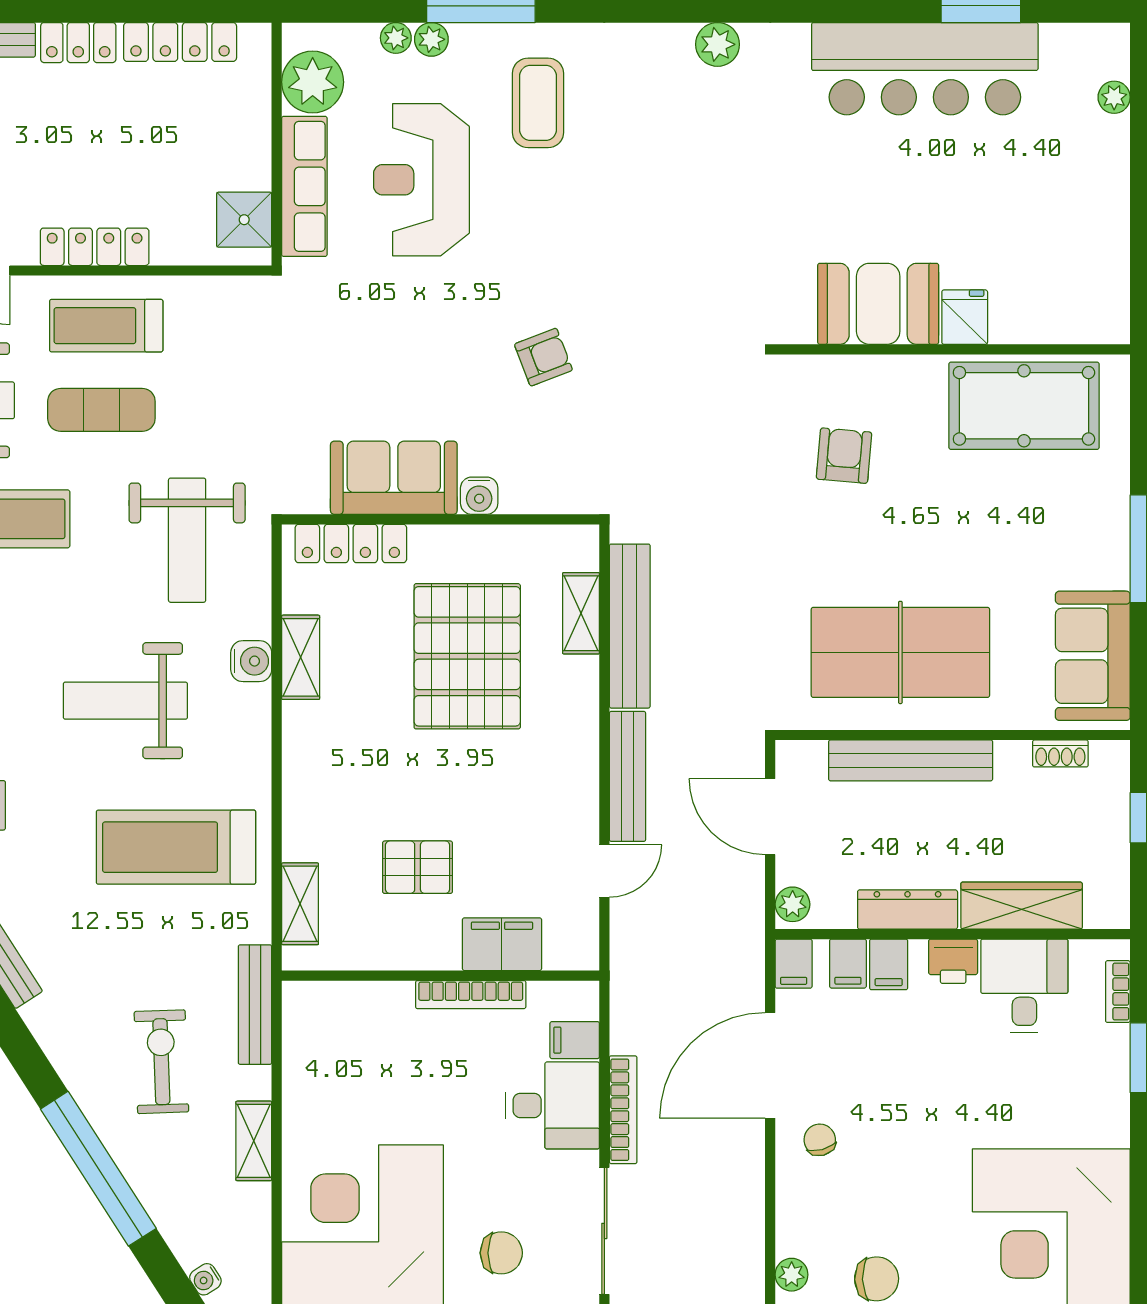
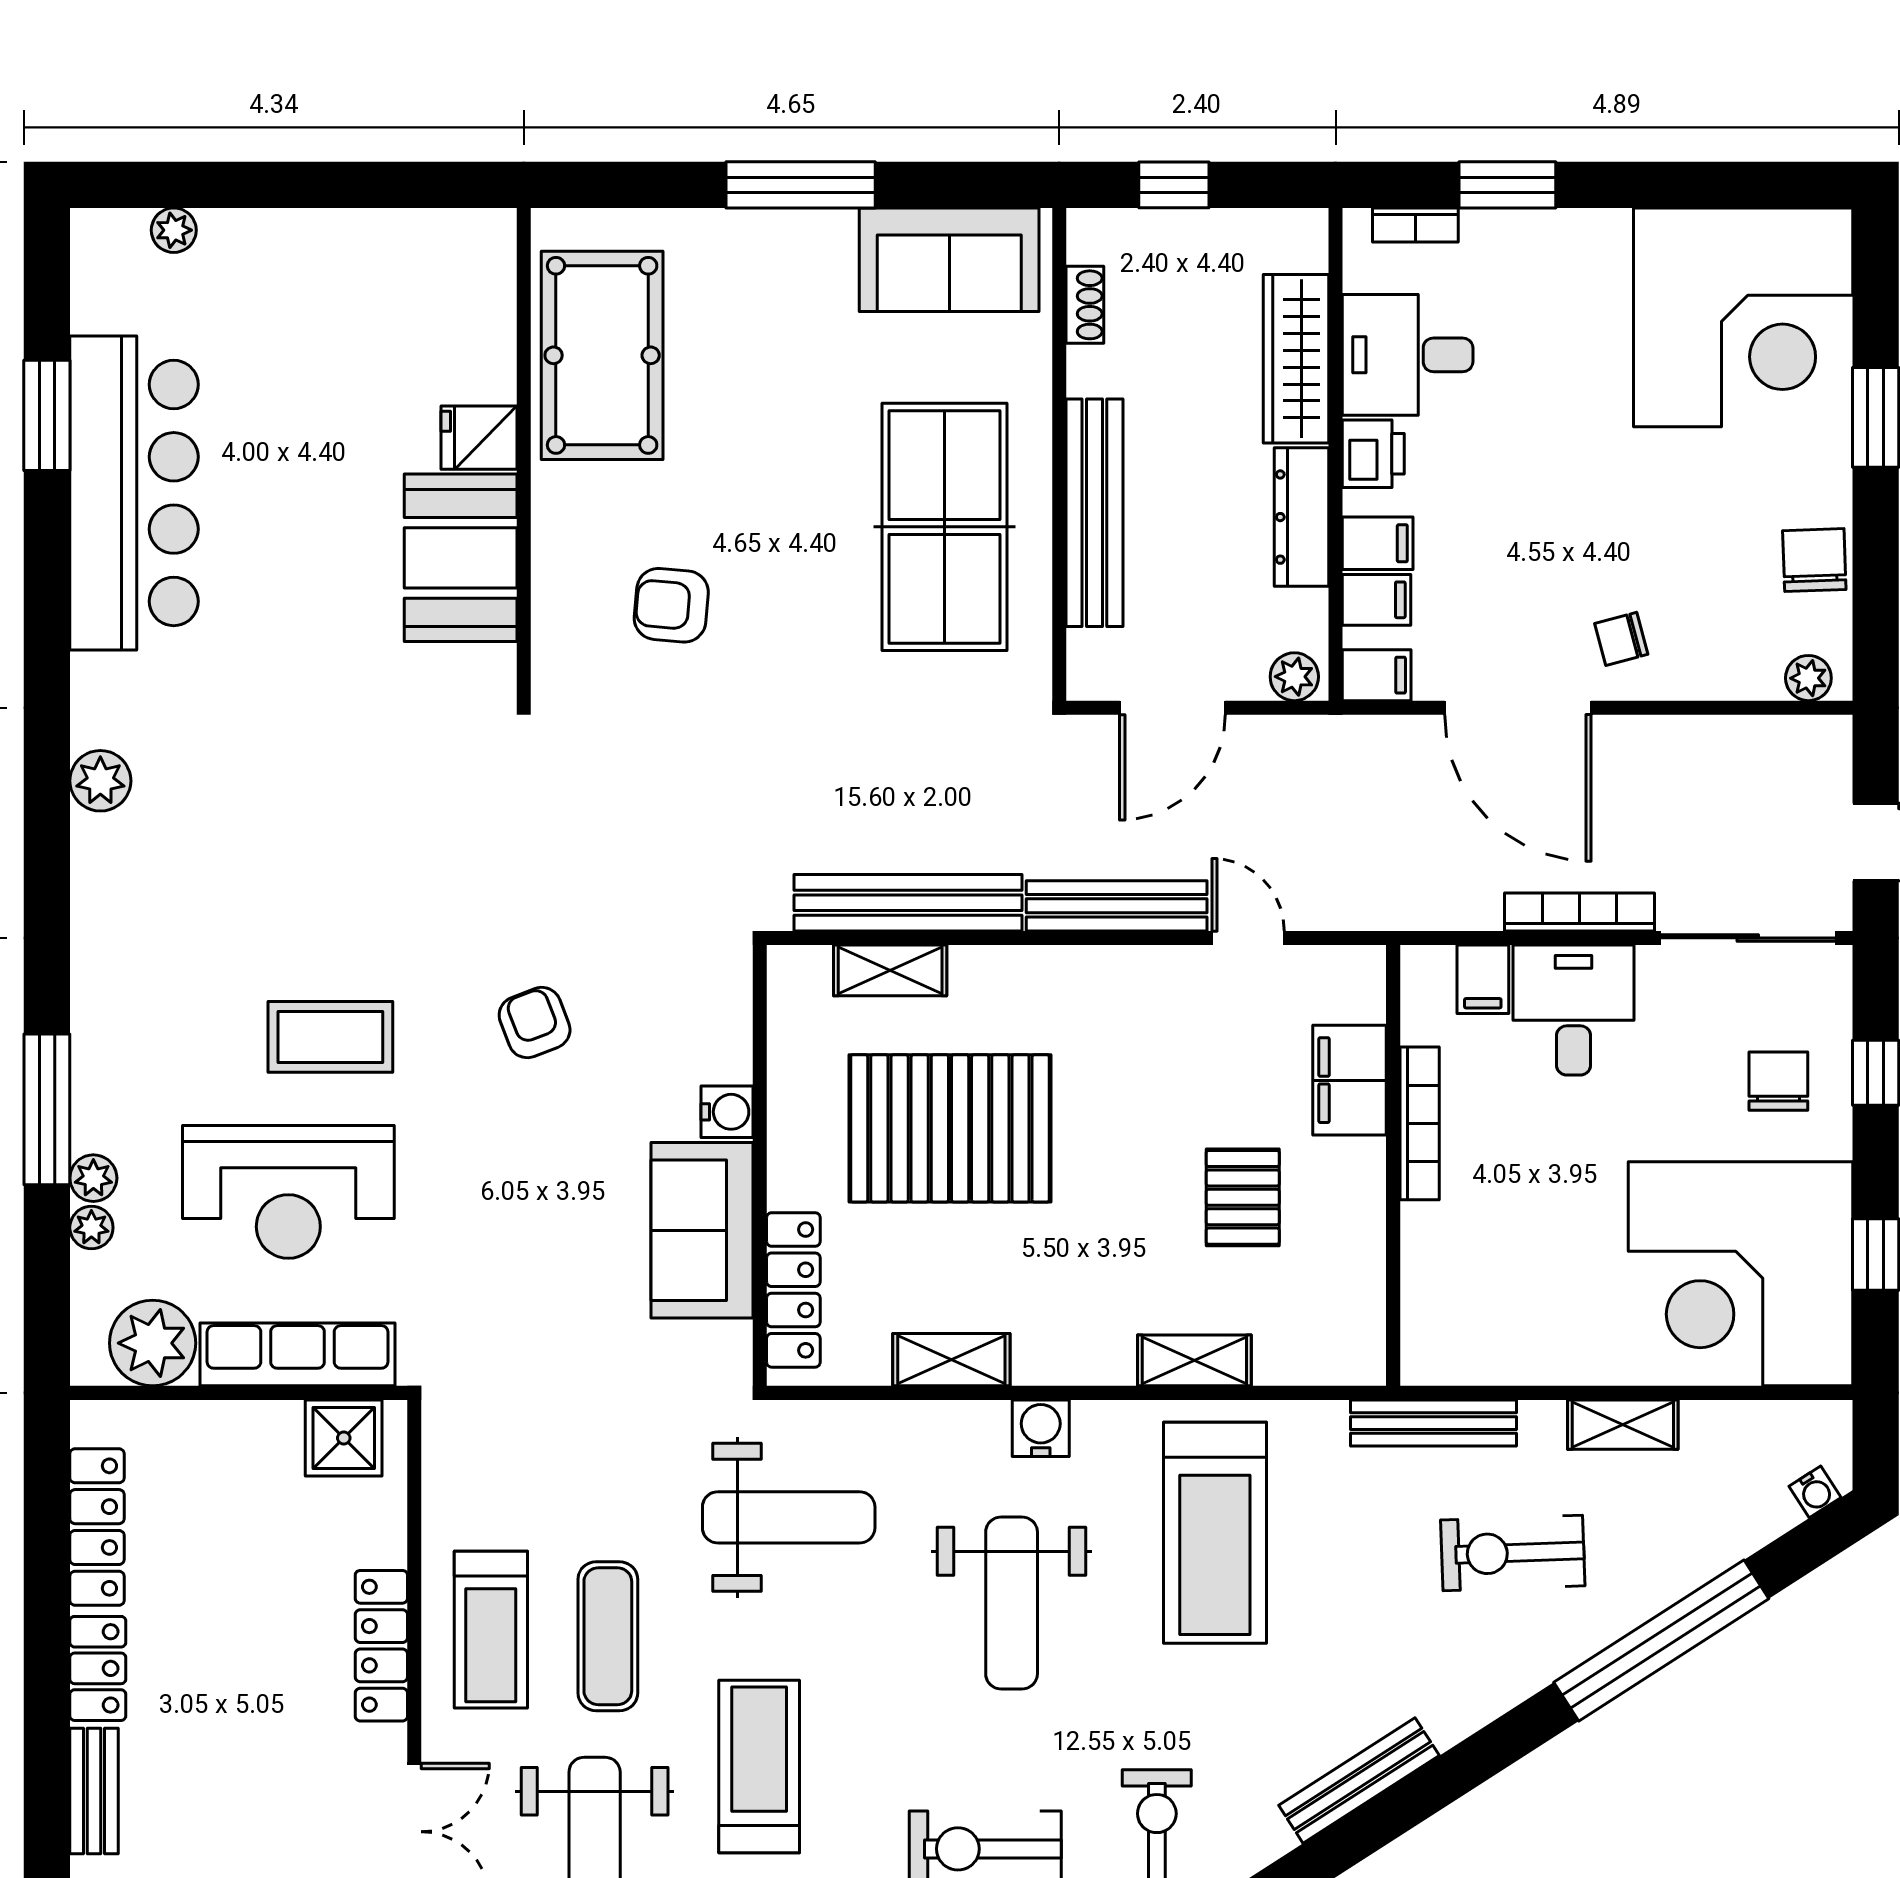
coffee table: (538, 103) -> (330, 1037), moved
water cooler: (251, 661) -> (1041, 1428), moved
shelving: (300, 904) -> (1194, 1360), moved

